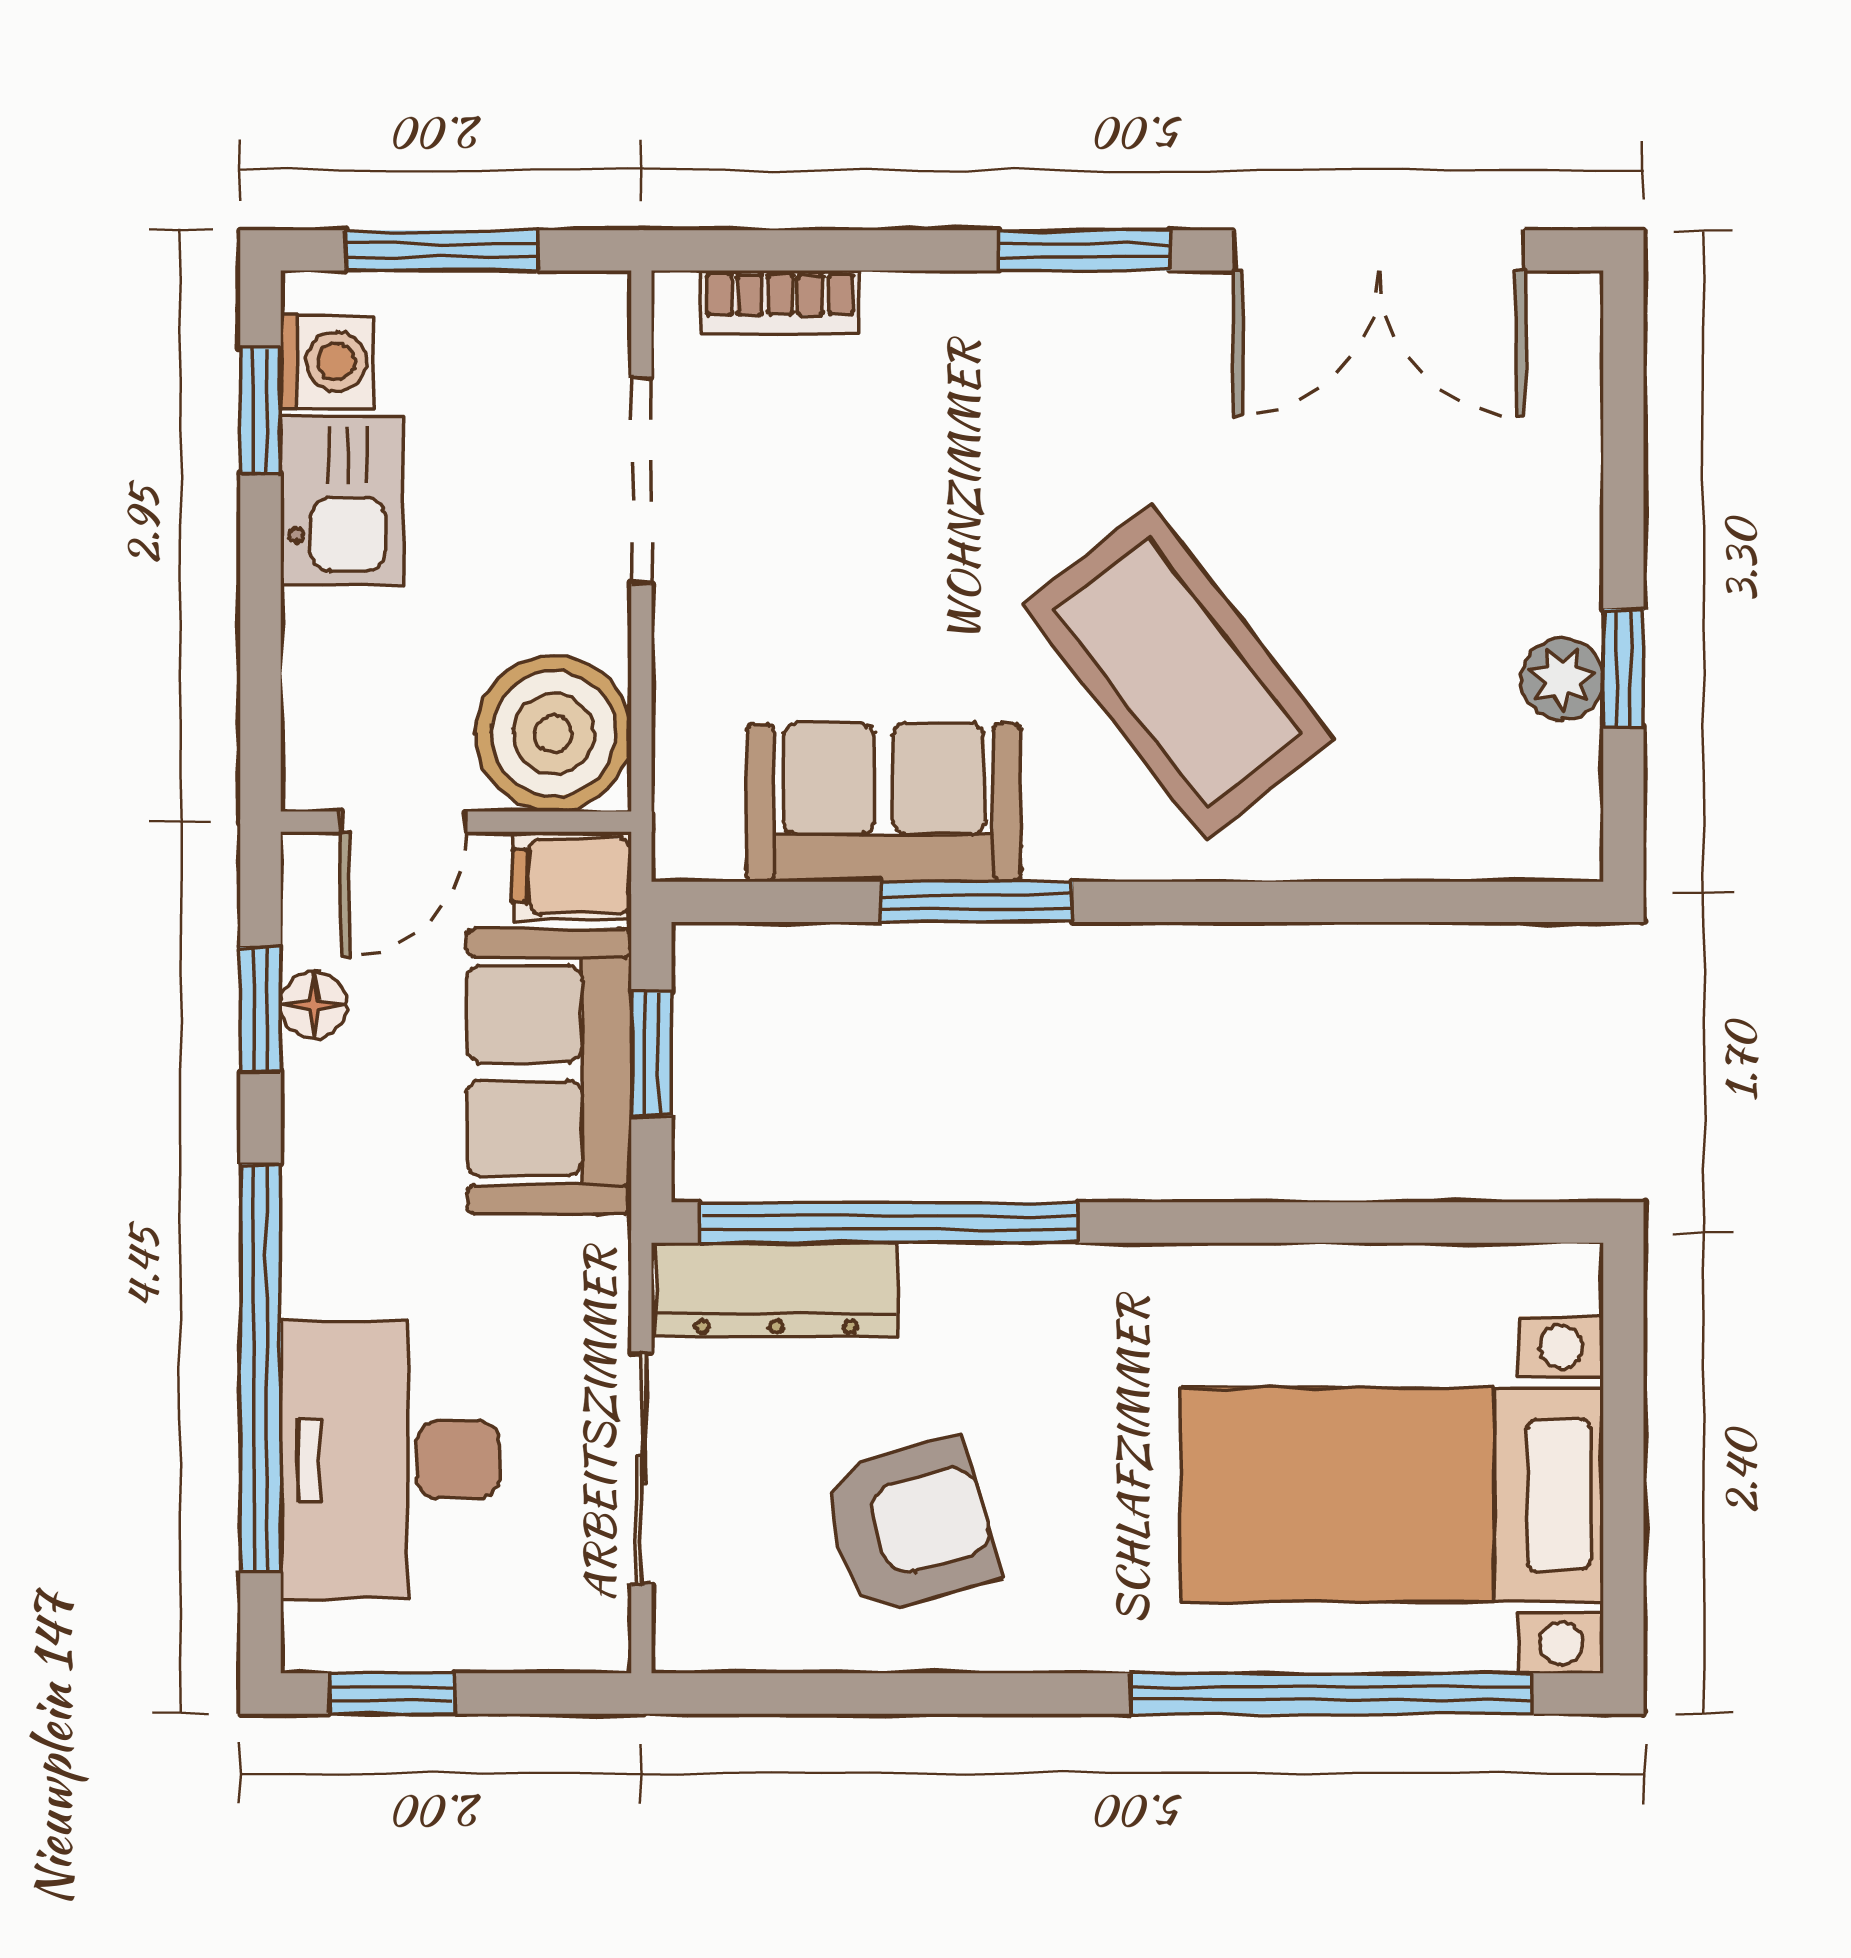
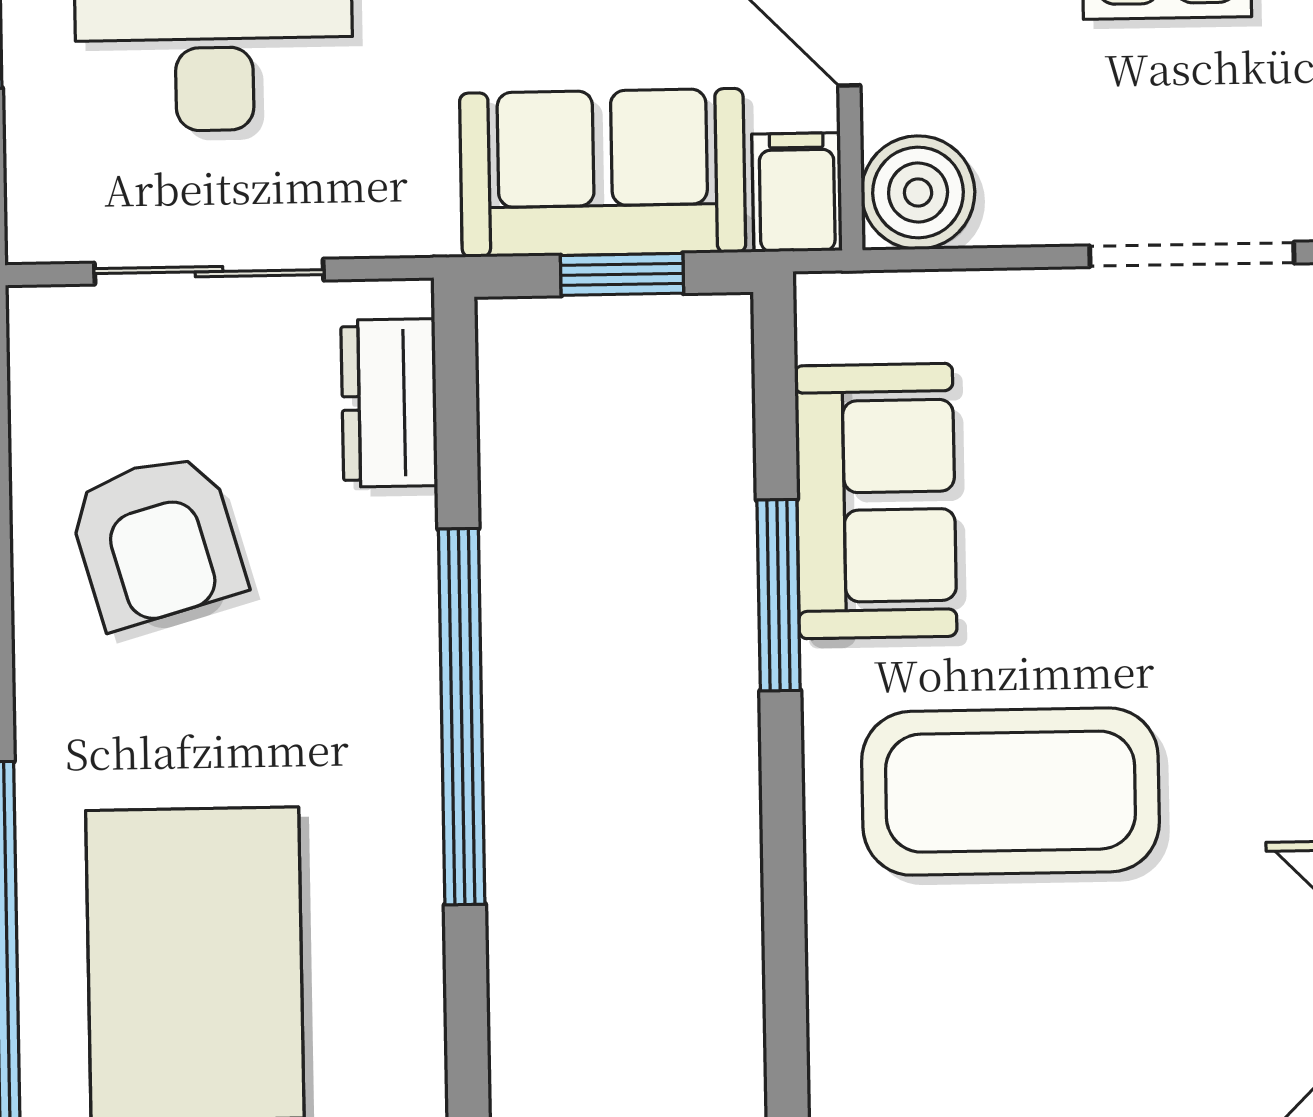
coffee table: (1178, 672) -> (1011, 792), turned 38
boiler: (553, 734) -> (918, 192), width x0.73, depth x0.73
window: (889, 1222) -> (462, 717), moved
dresser: (776, 1290) -> (389, 403), width x0.70

